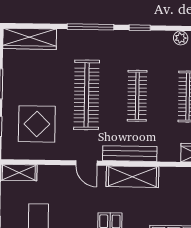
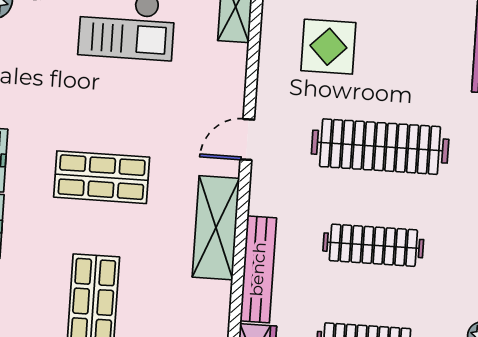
display table: (37, 124) -> (328, 47), width x0.73, depth x0.73
bench: (130, 154) -> (258, 269), moved

